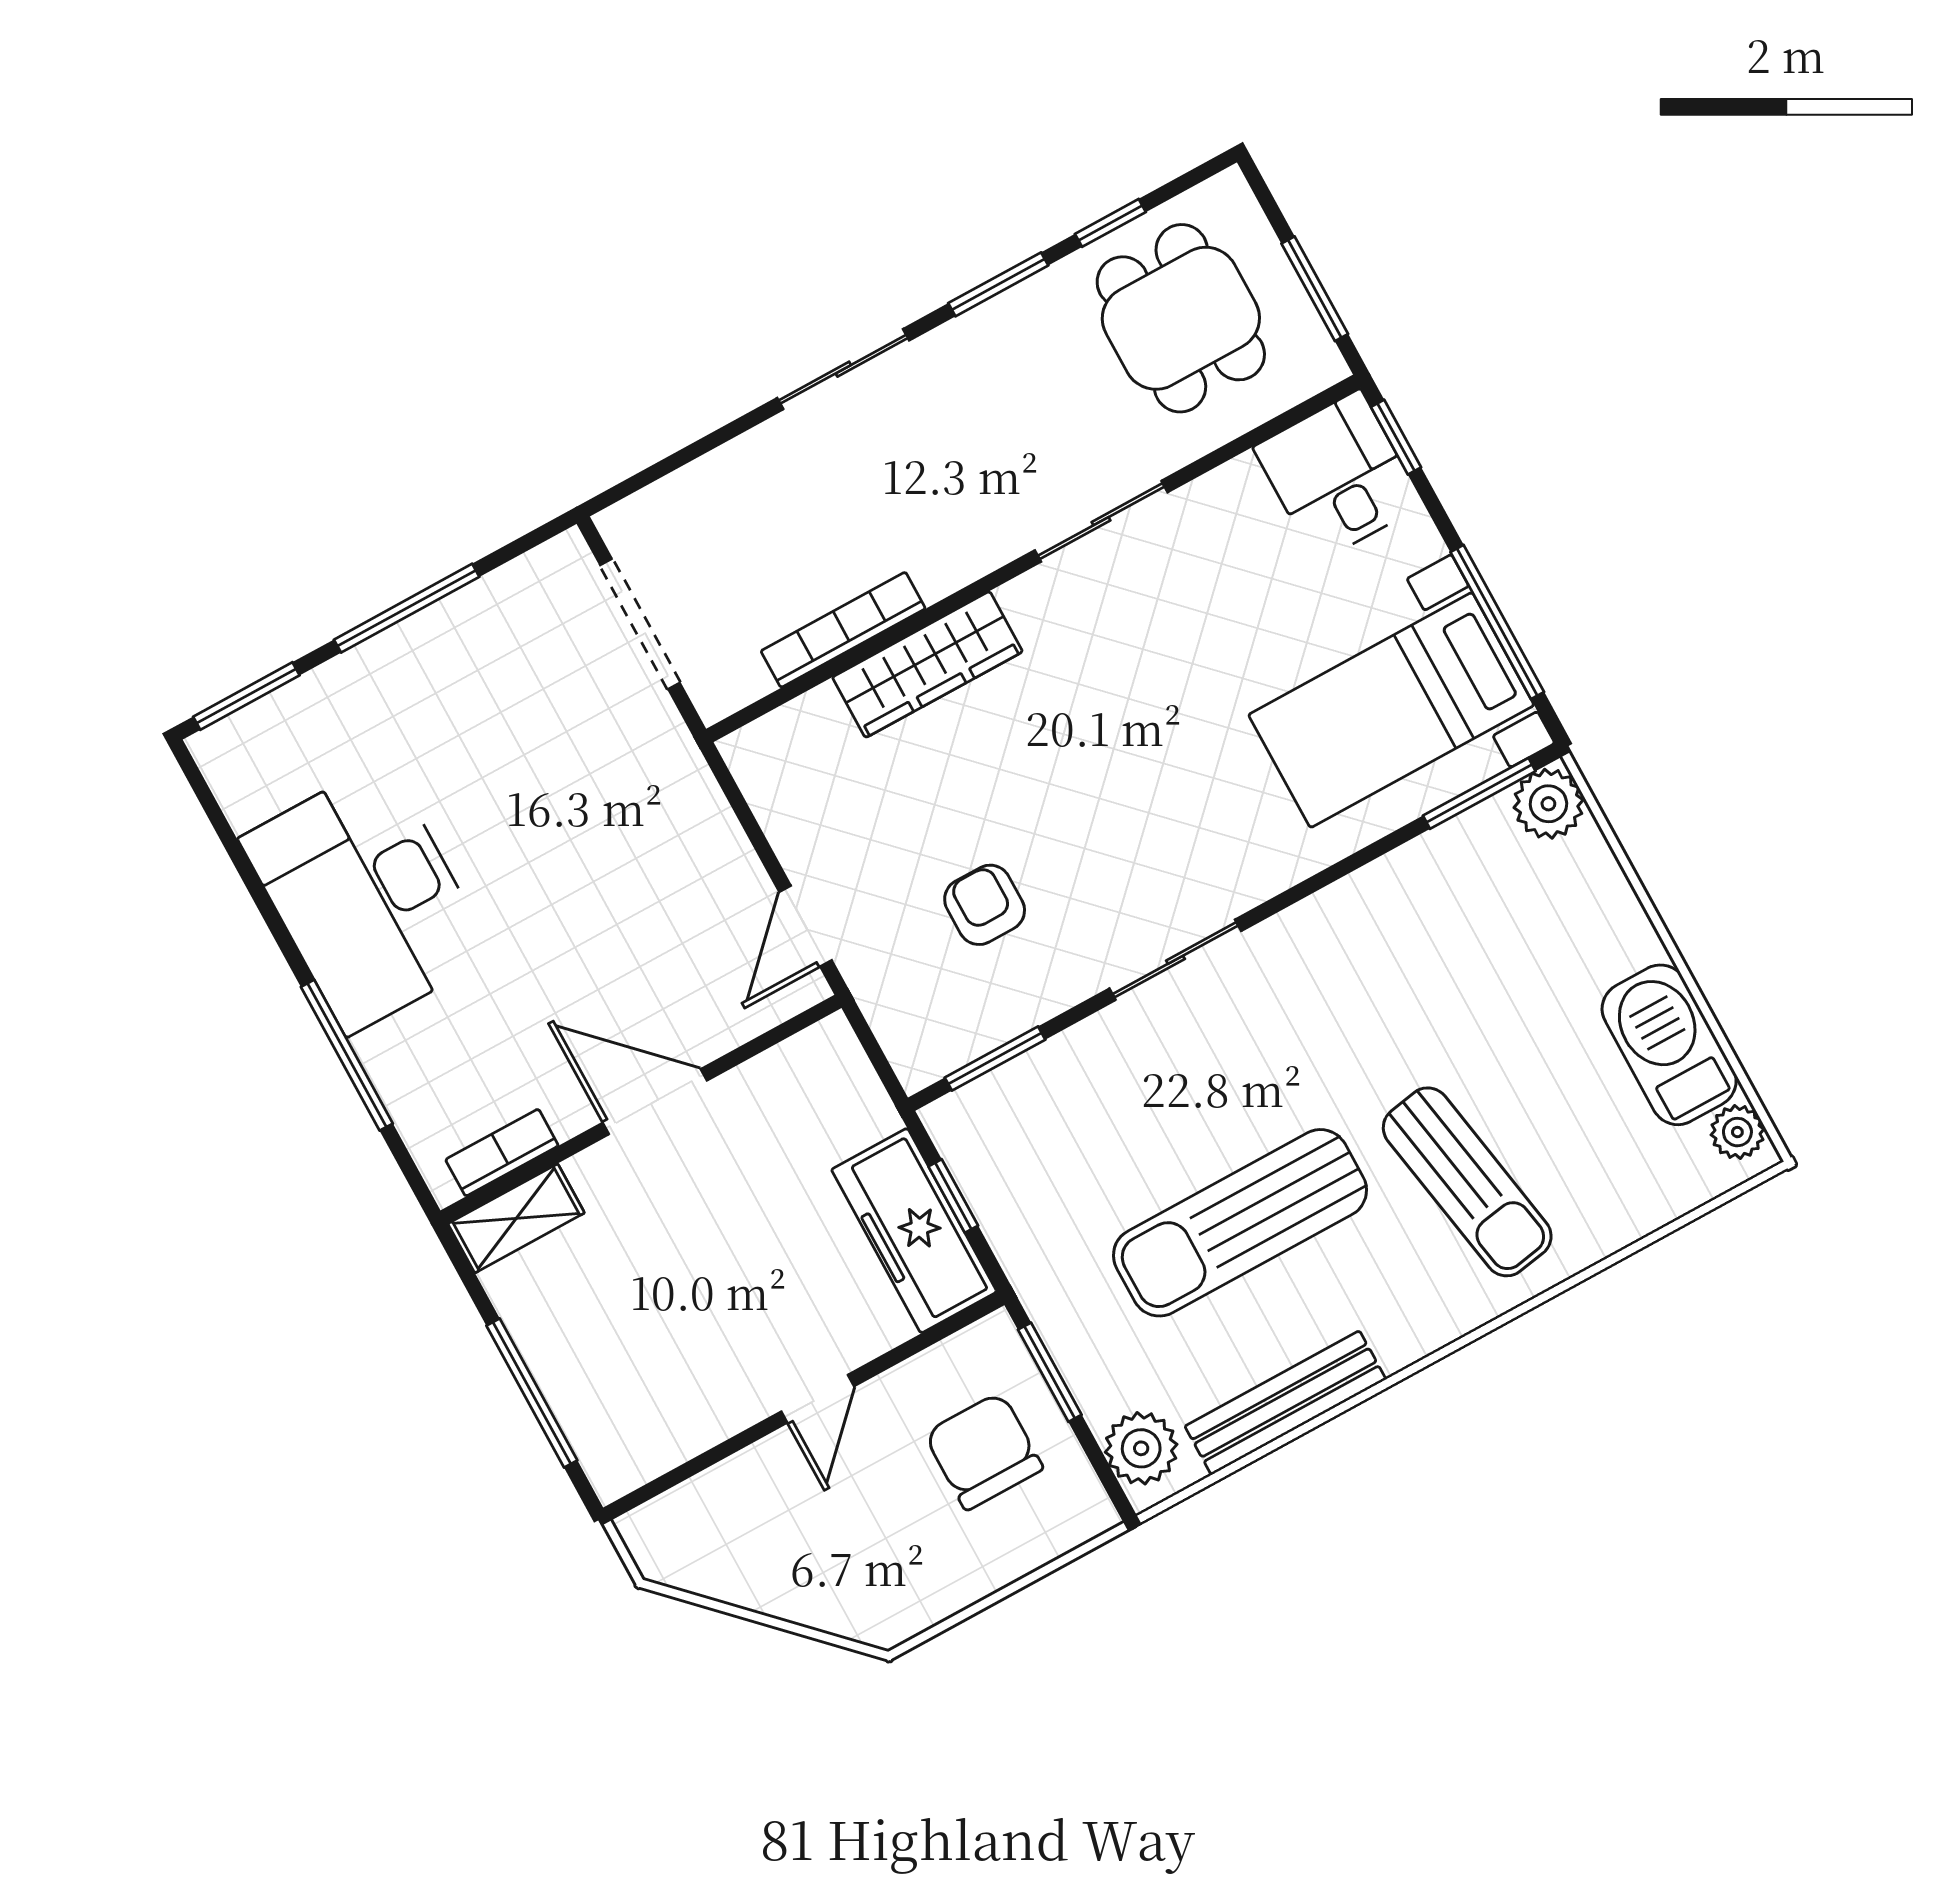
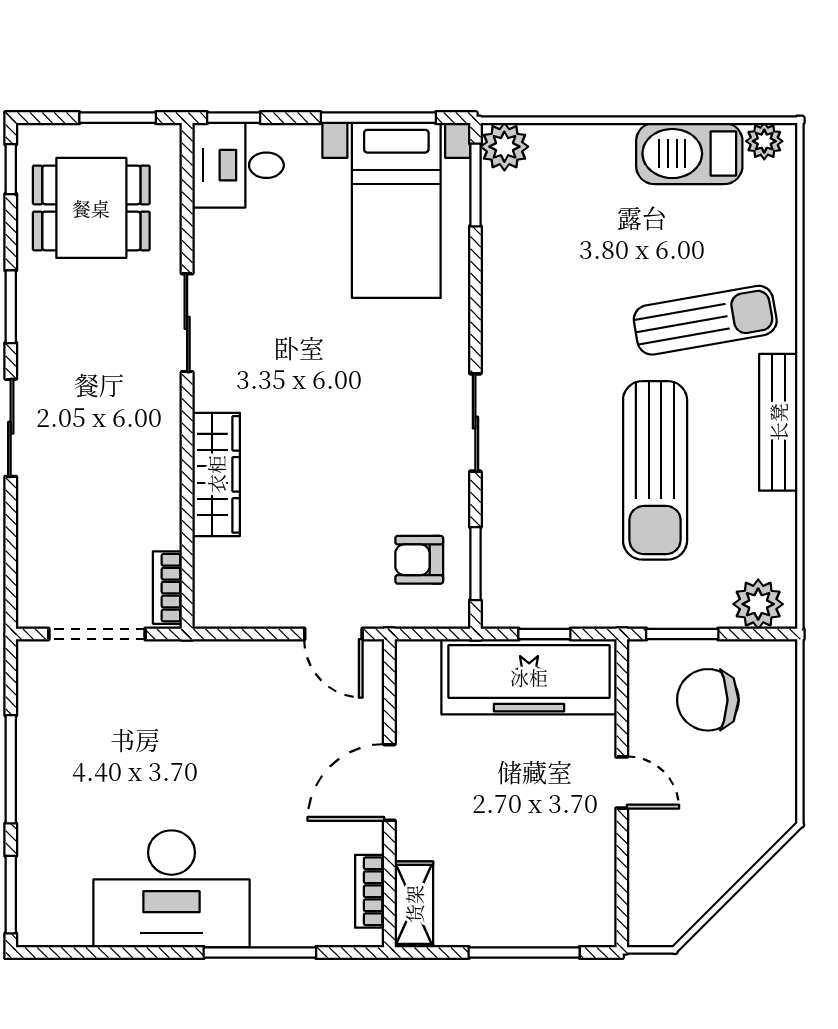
window: (1110, 223) -> (11, 169), moved
bookcase: (843, 630) -> (167, 588), moved, width x0.64
armchair: (985, 905) -> (419, 560), moved
freezer: (914, 1231) -> (529, 677), width x1.36, depth x1.26
bench: (1285, 1403) -> (778, 422), moved

